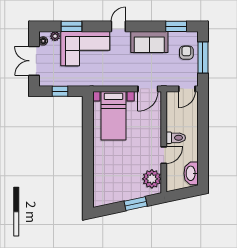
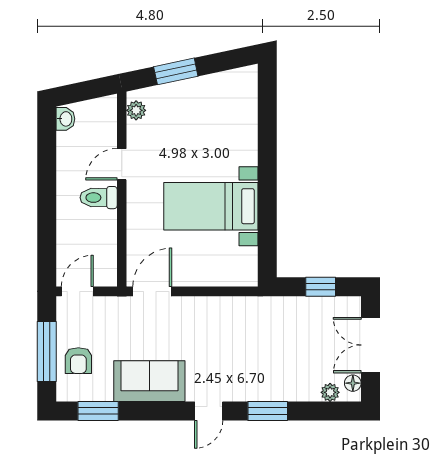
window: (72, 26) -> (268, 411), moved
corner sofa: (85, 49) -> (272, 368), removed
double door: (34, 61) -> (370, 345), swing flipped
bed with nightstands: (113, 116) -> (211, 206), moved, turned -90
washbasin: (191, 173) -> (65, 119), width x0.52, depth x0.69
plant: (152, 179) -> (136, 110), width x0.53, depth x0.53

